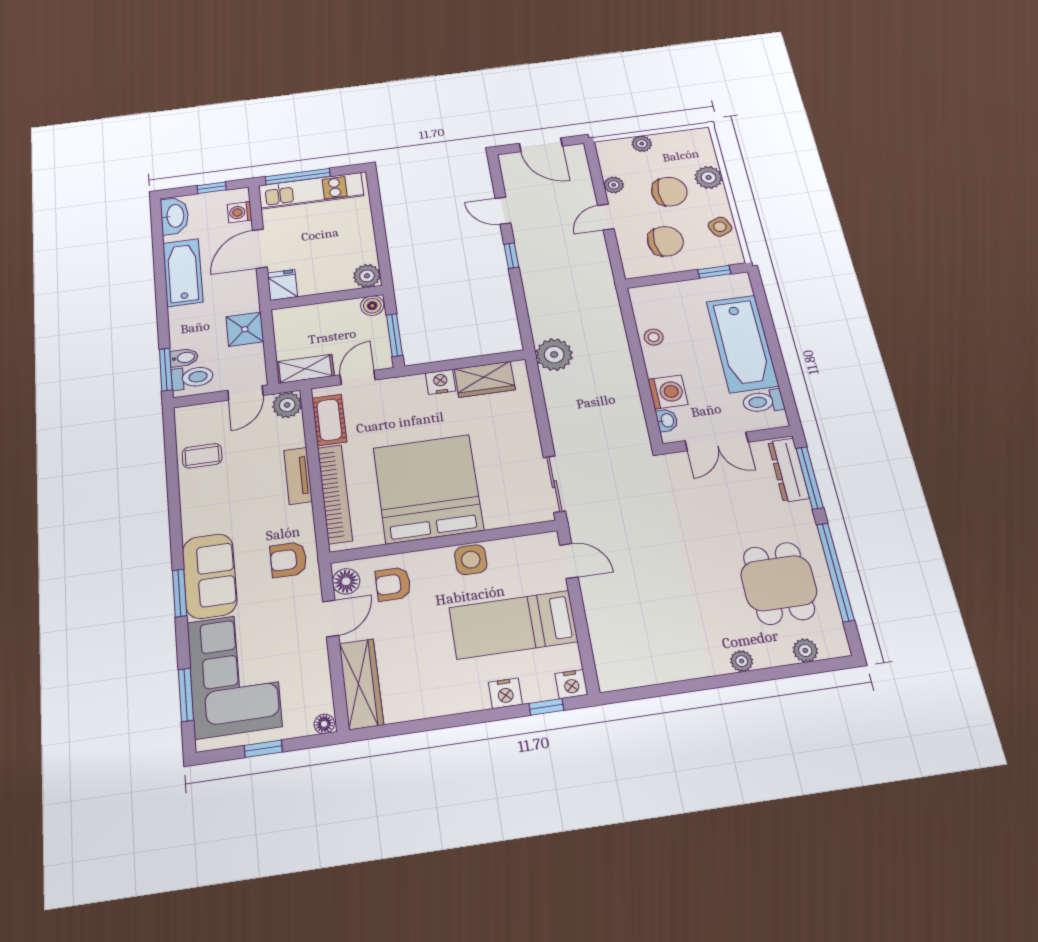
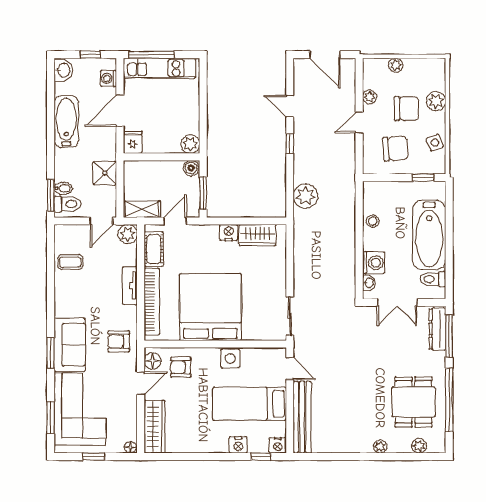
washbasin: (175, 216) -> (63, 70), width x0.72
plant: (554, 355) -> (305, 196), moved
bench: (603, 633) -> (302, 417), added

